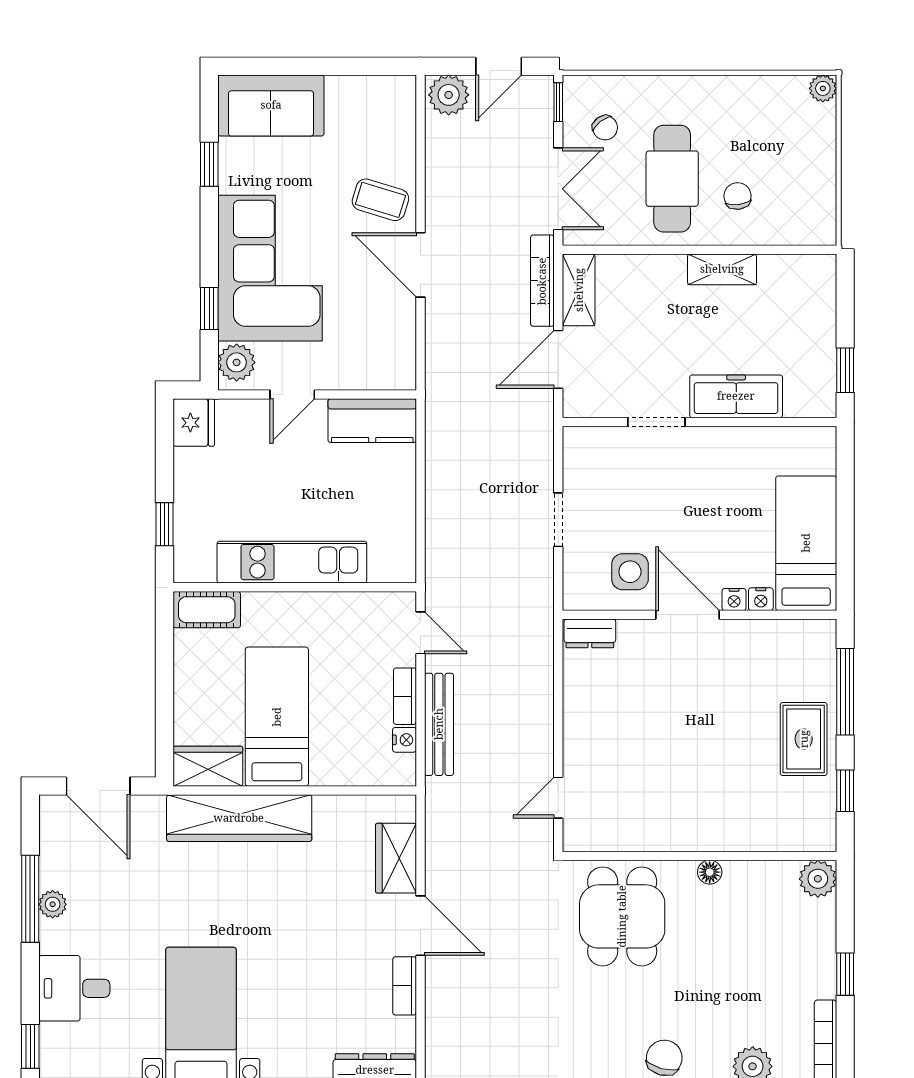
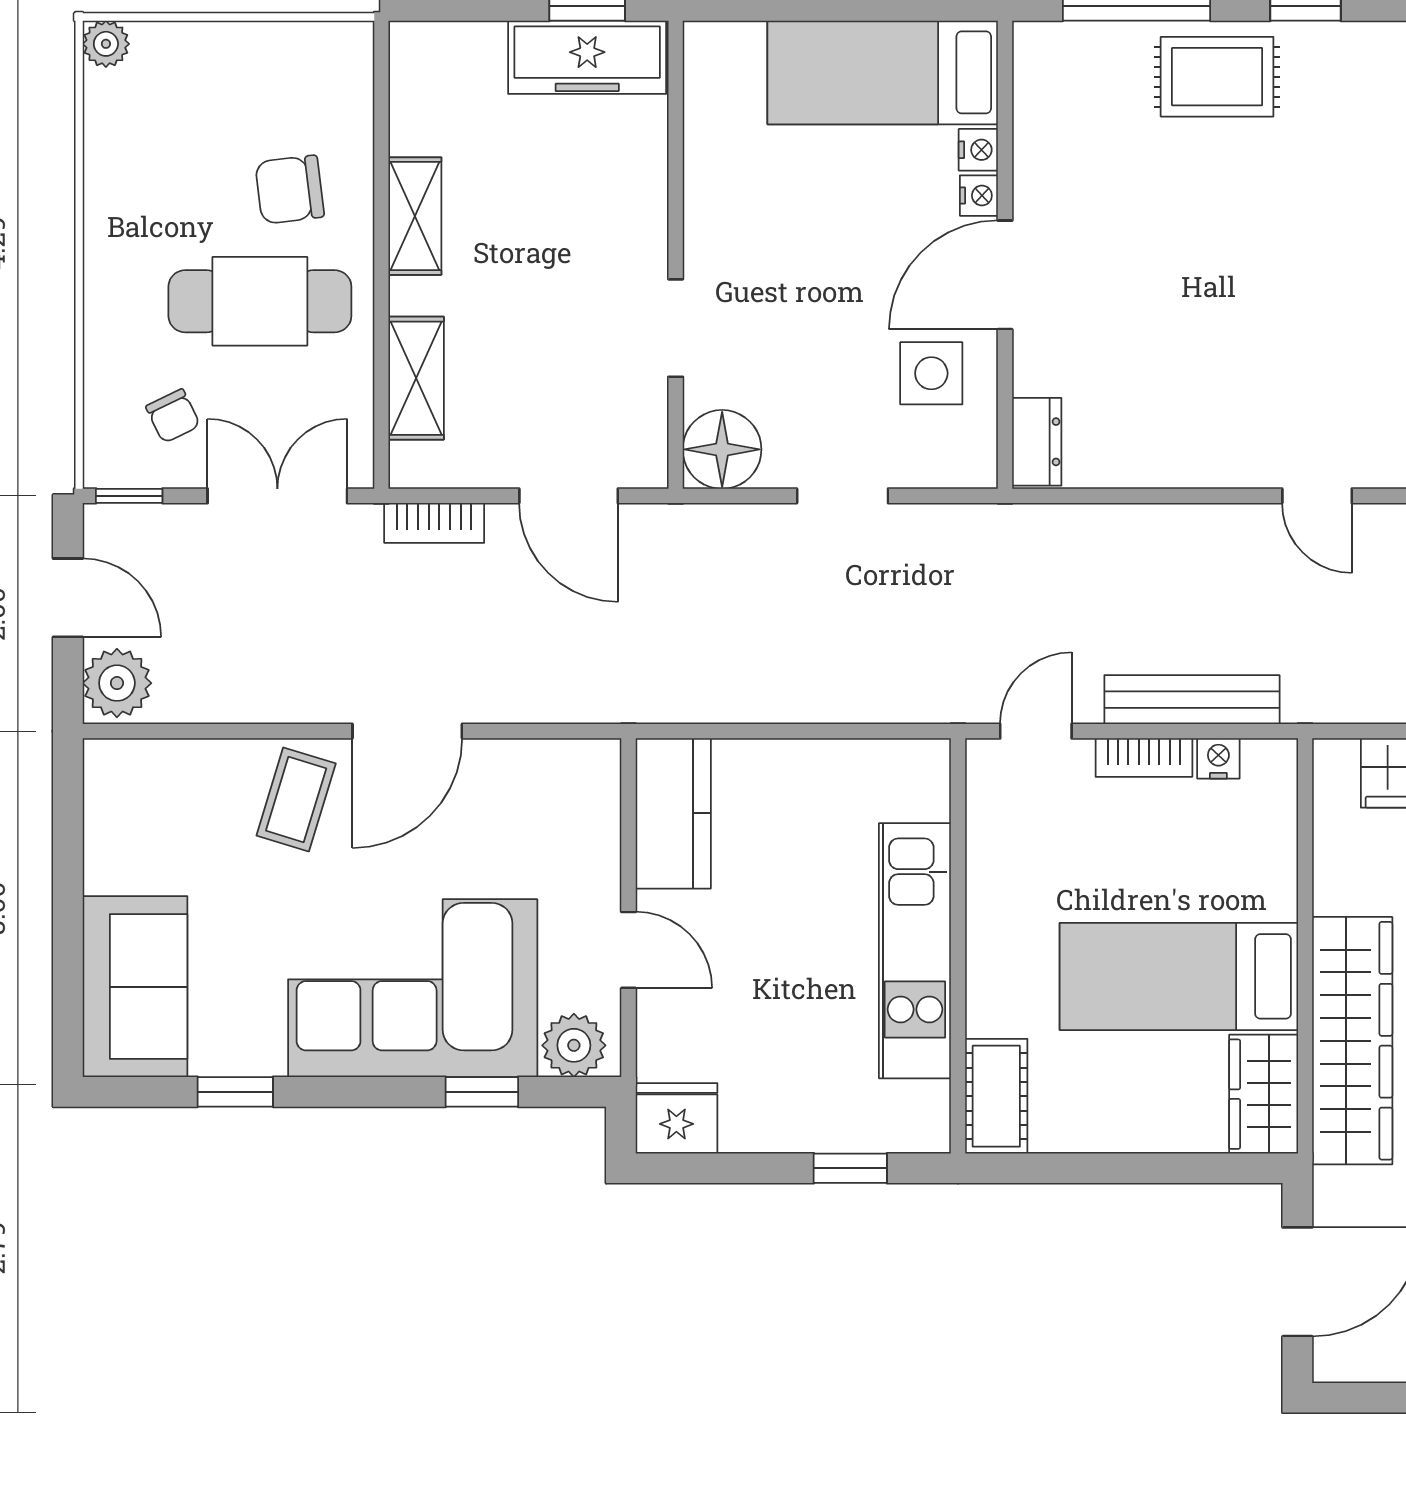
chair: (605, 128) -> (173, 416), turned 101
chair: (738, 196) -> (290, 190), width x1.37, depth x1.37
bookcase: (542, 281) -> (434, 523), width x0.64
shelving: (579, 290) -> (416, 378), moved, turned 90
freezer: (736, 396) -> (587, 57), moved, turned -90
floor lamp: (585, 449) -> (722, 449), added

